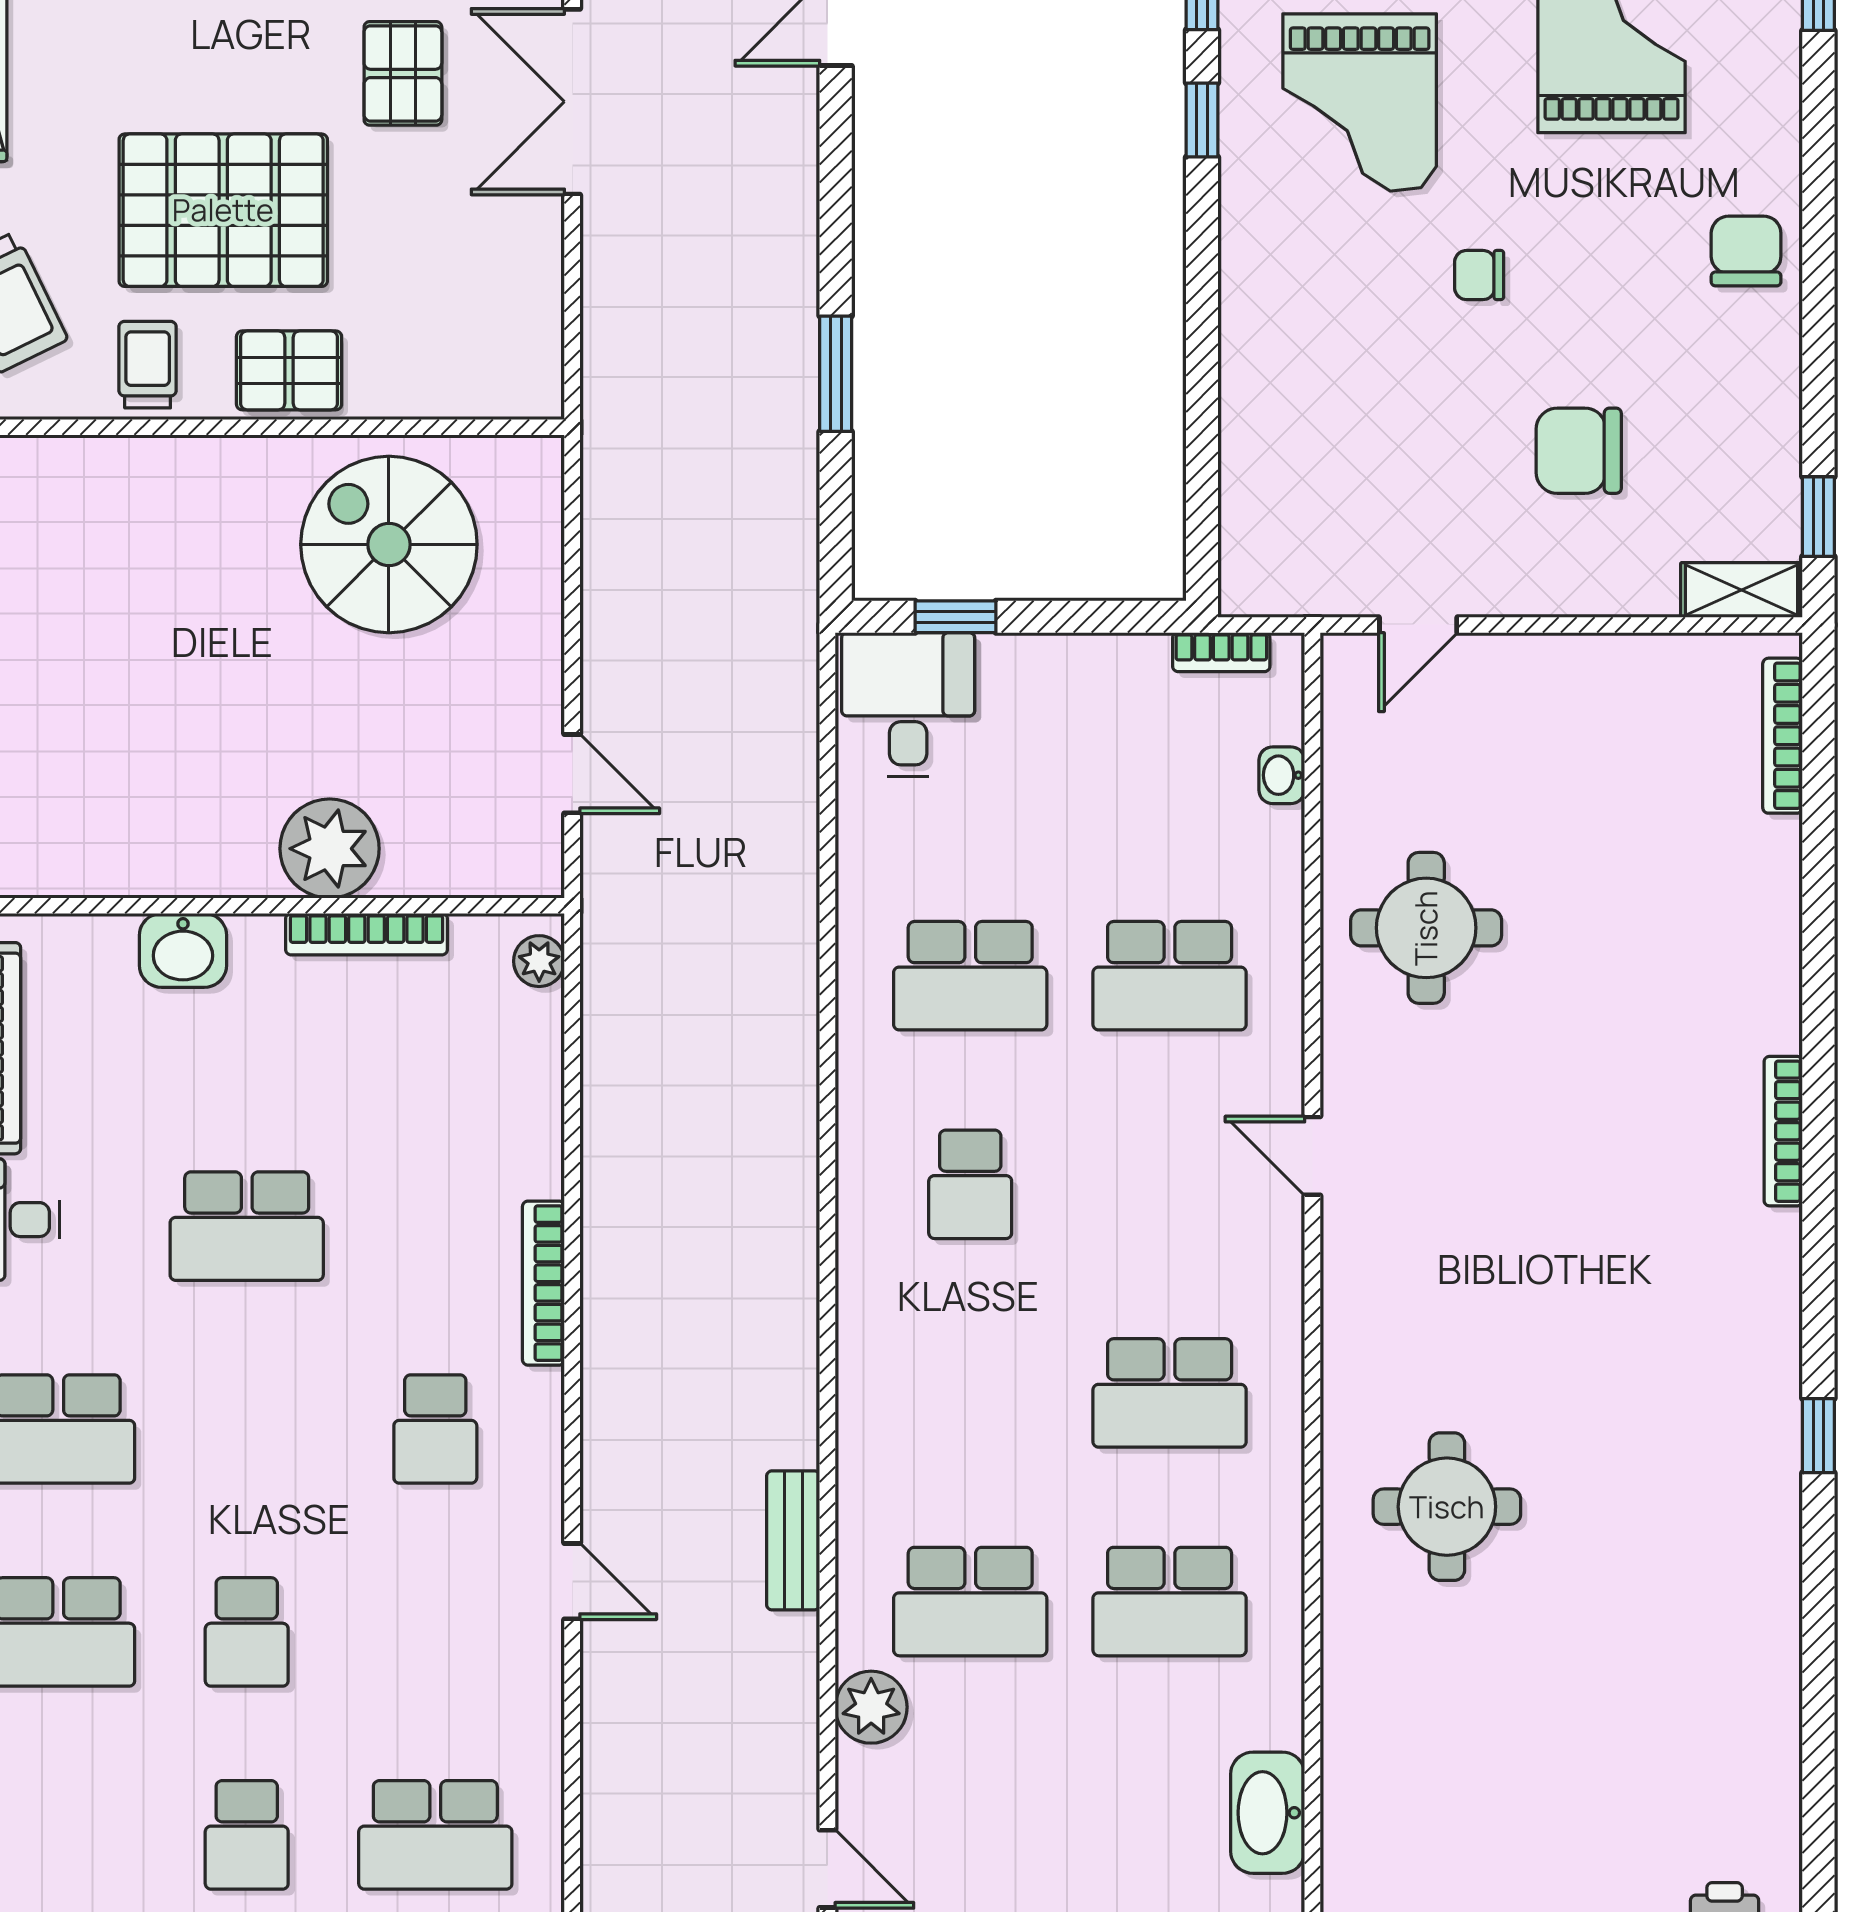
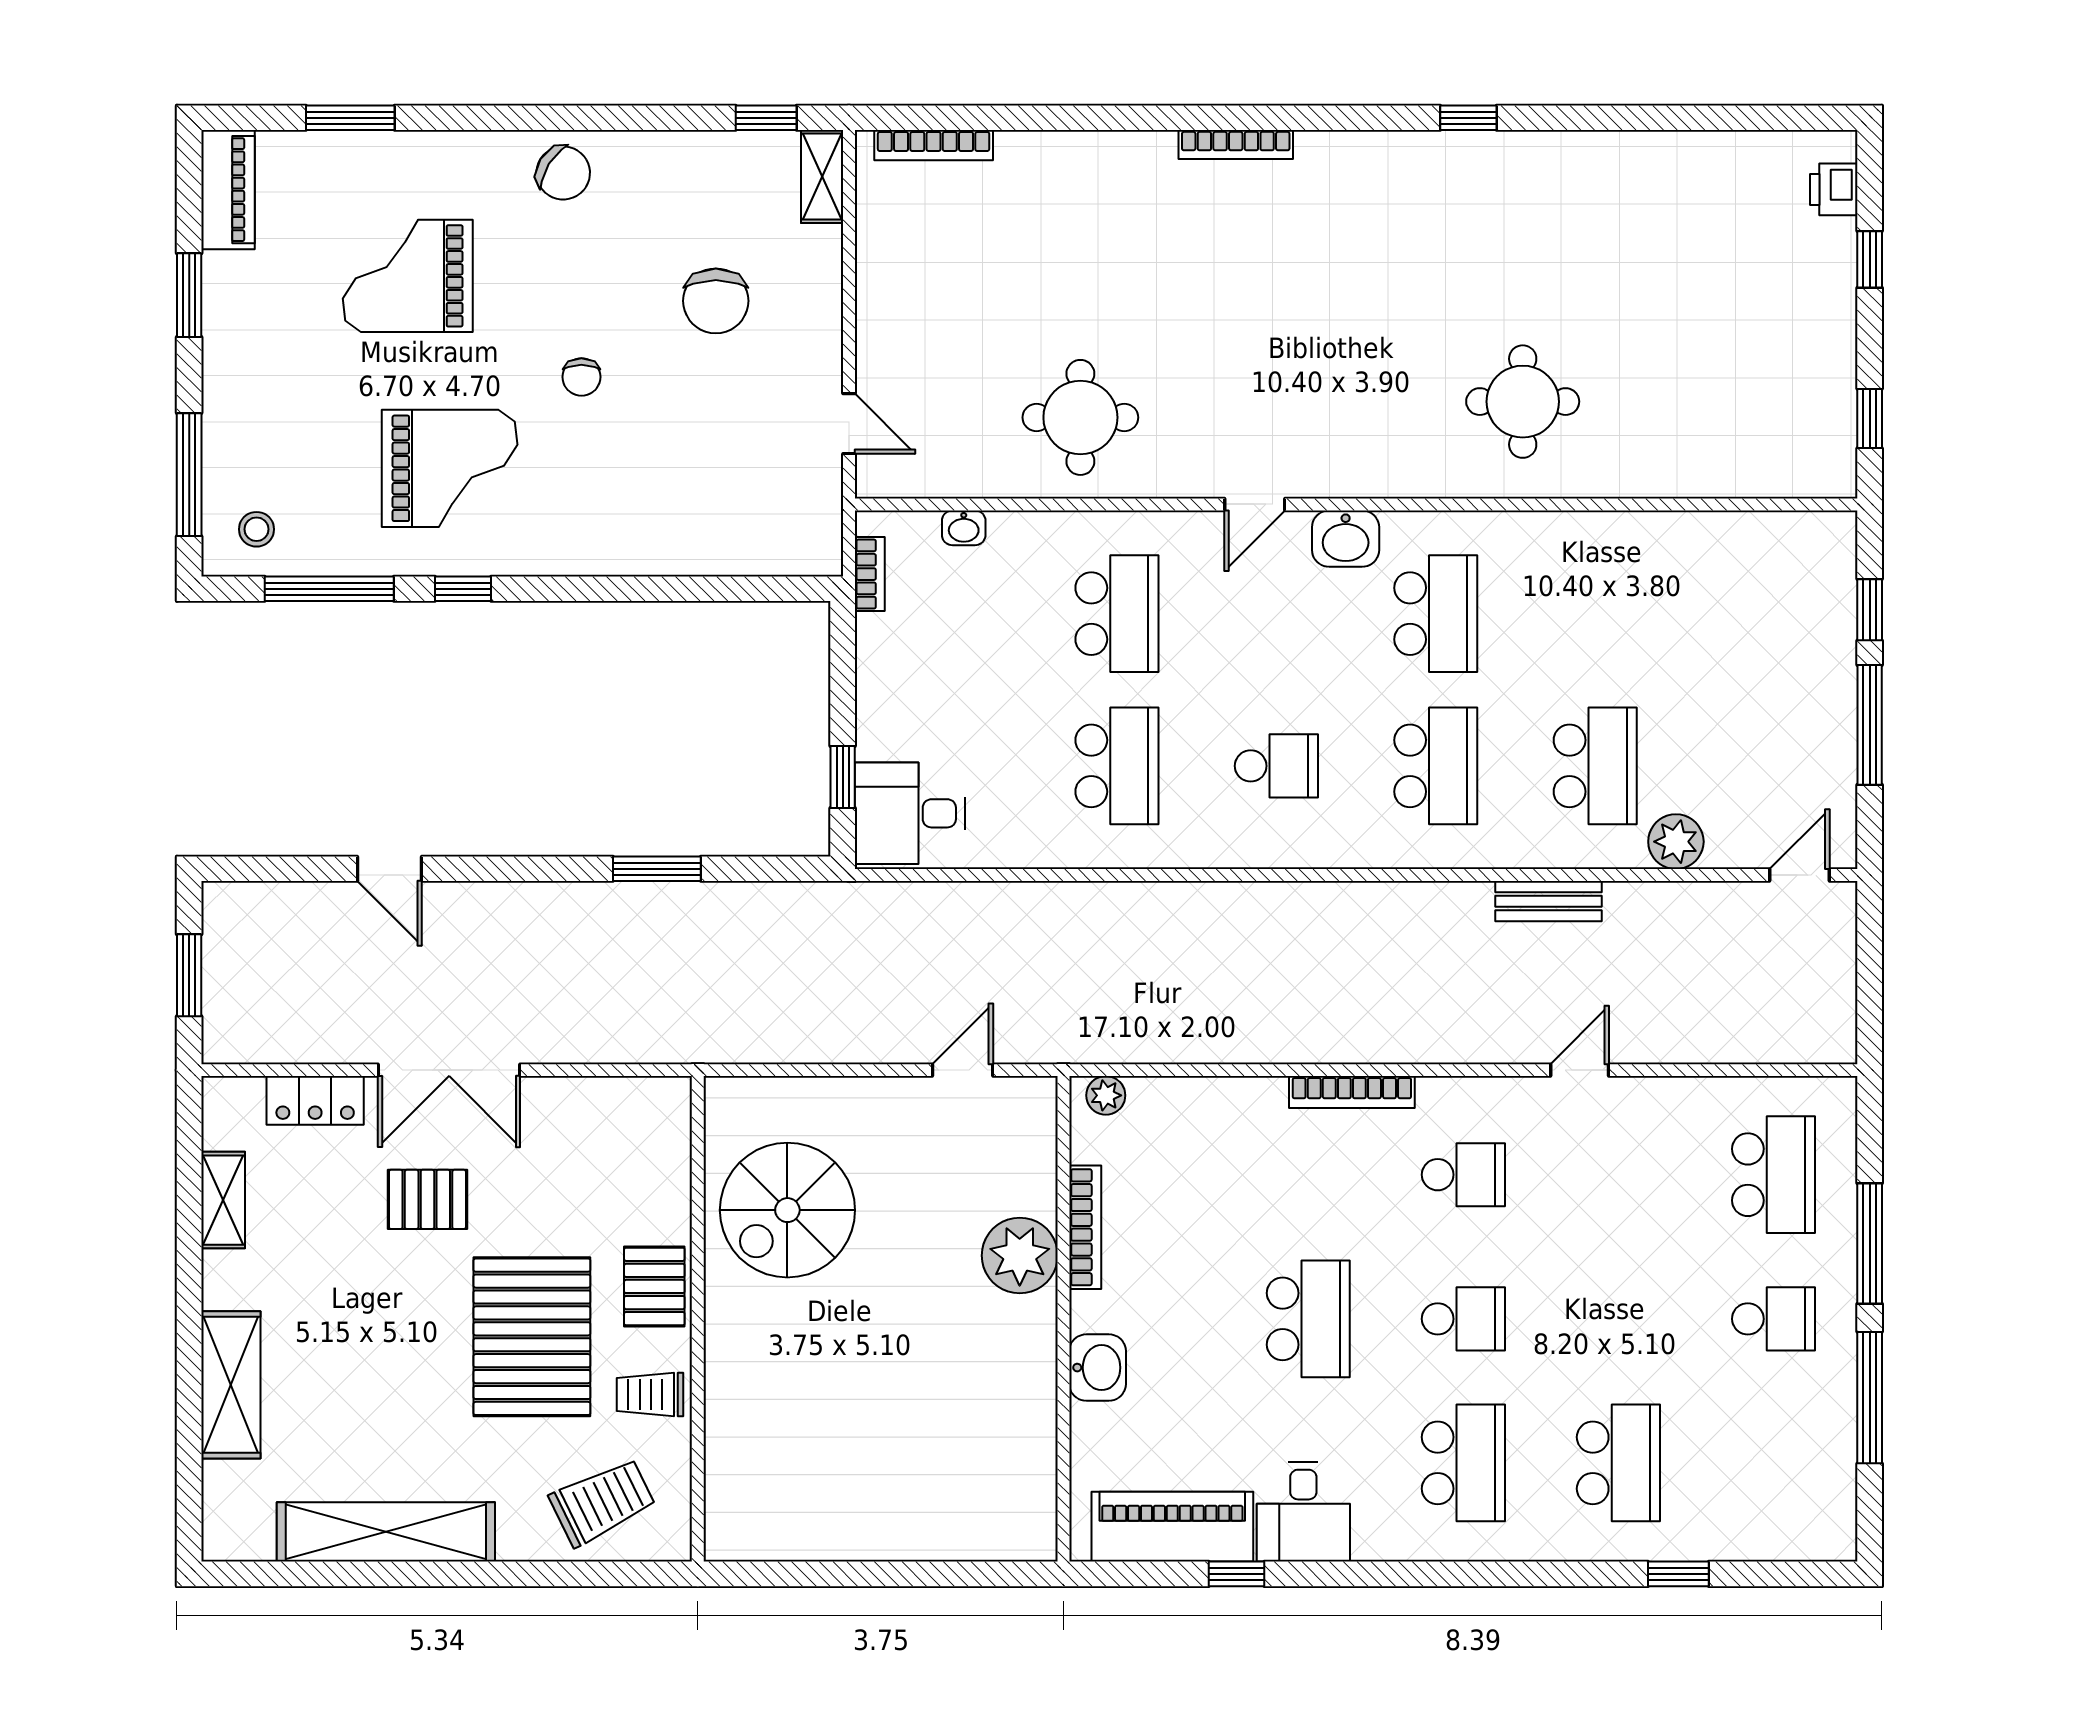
chair: (1746, 251) -> (563, 173), turned -148
school desk: (1170, 1602) -> (1436, 766), moved
school desk: (247, 1632) -> (1463, 1319), moved
washbasin: (1268, 1813) -> (1346, 539), moved, width x0.72

